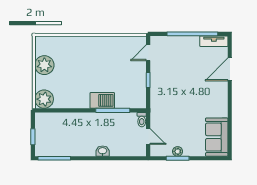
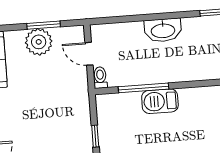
washbasin: (103, 151) -> (163, 30), width x1.91, depth x1.45
plant: (178, 151) -> (39, 42), width x1.88, depth x1.88

